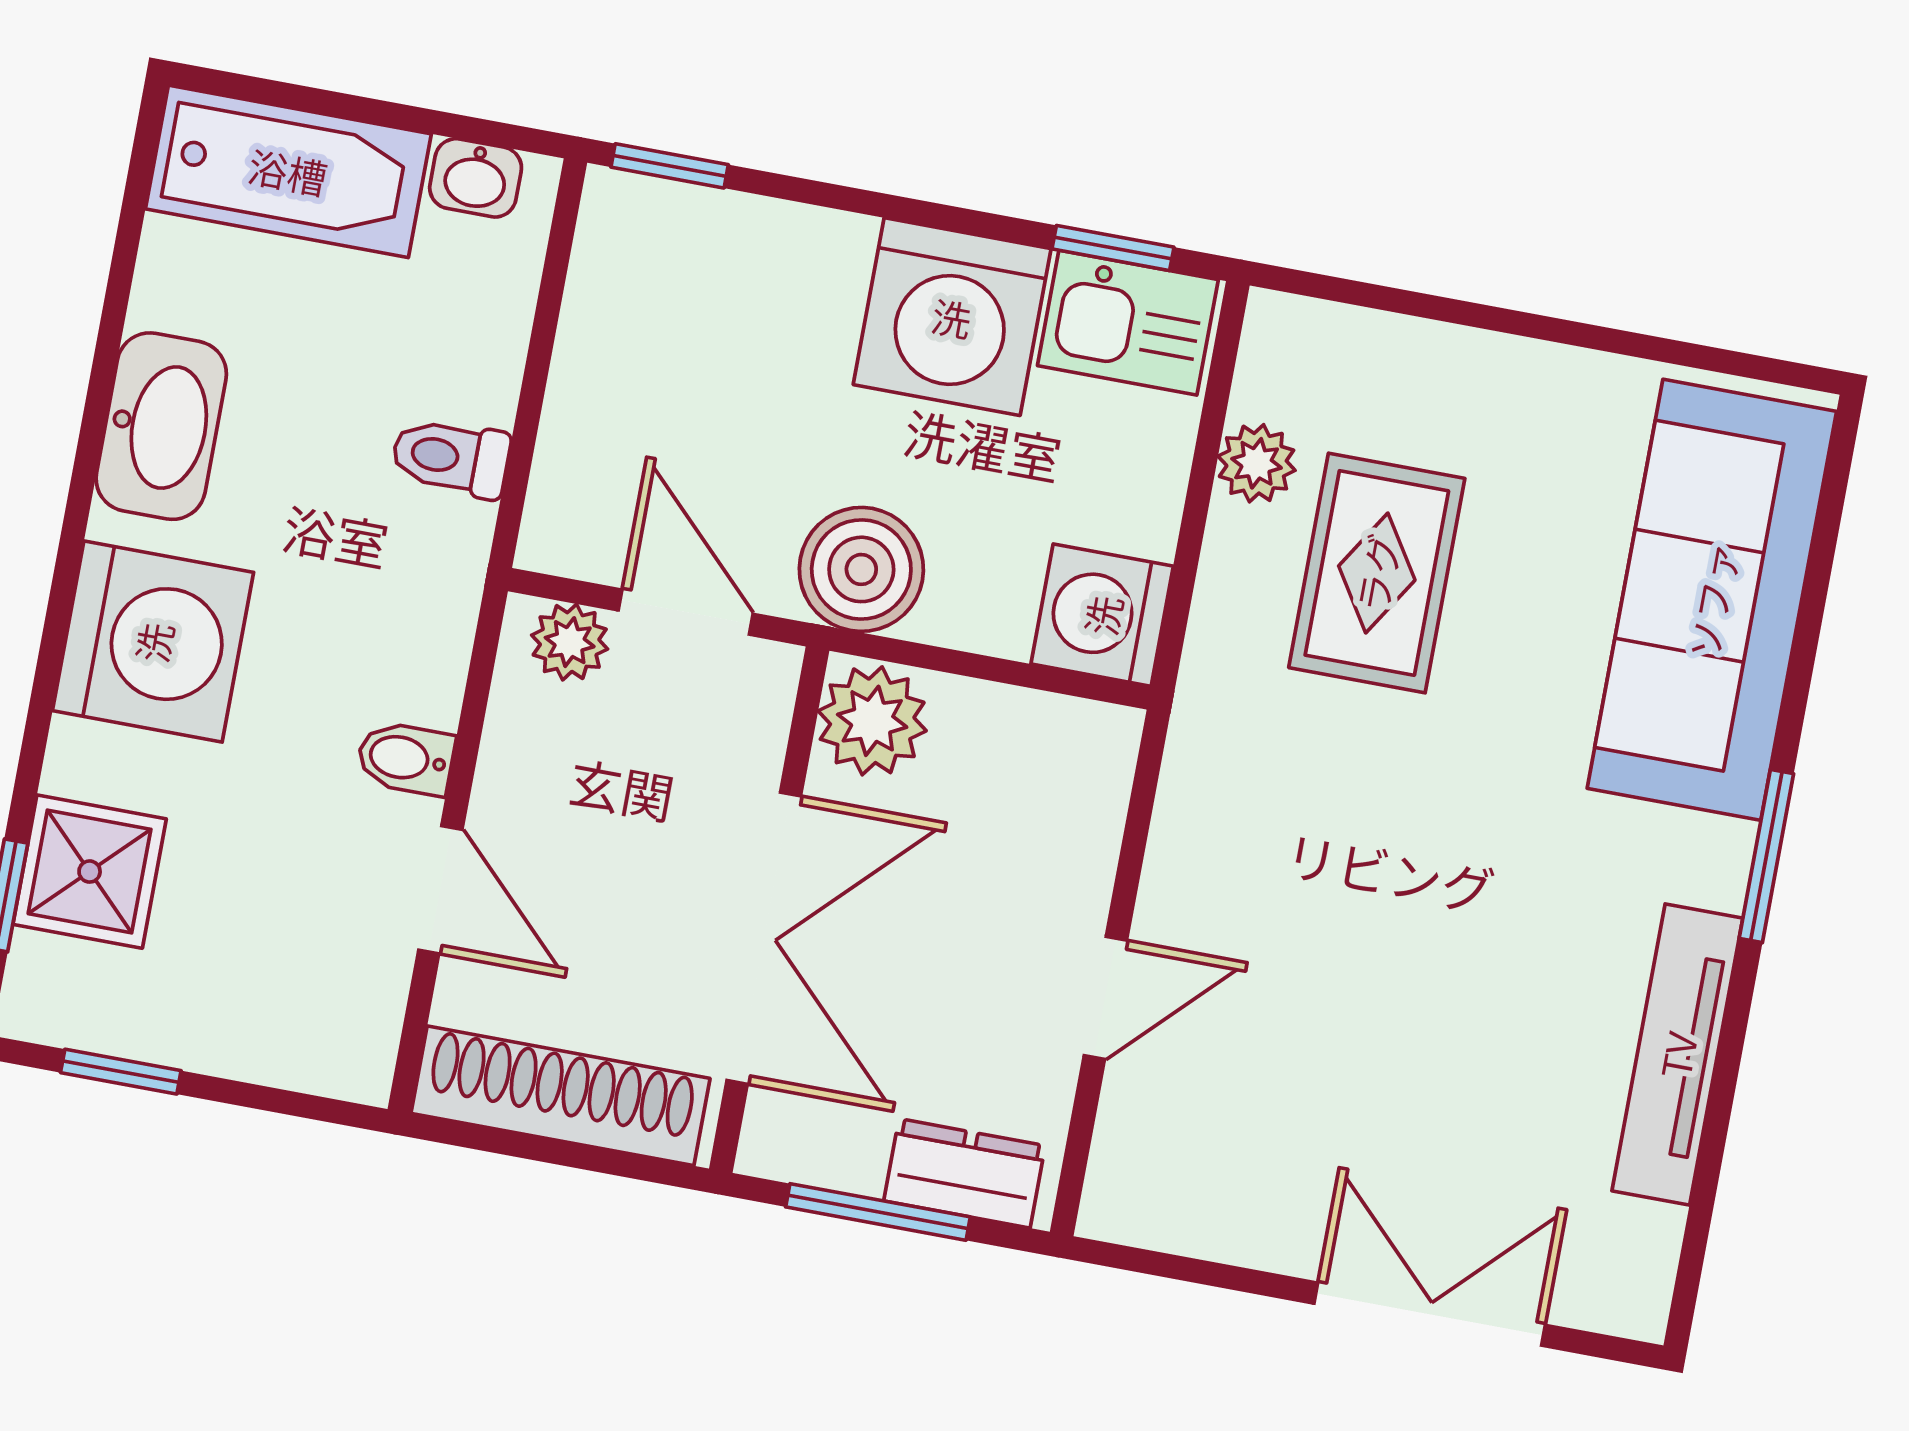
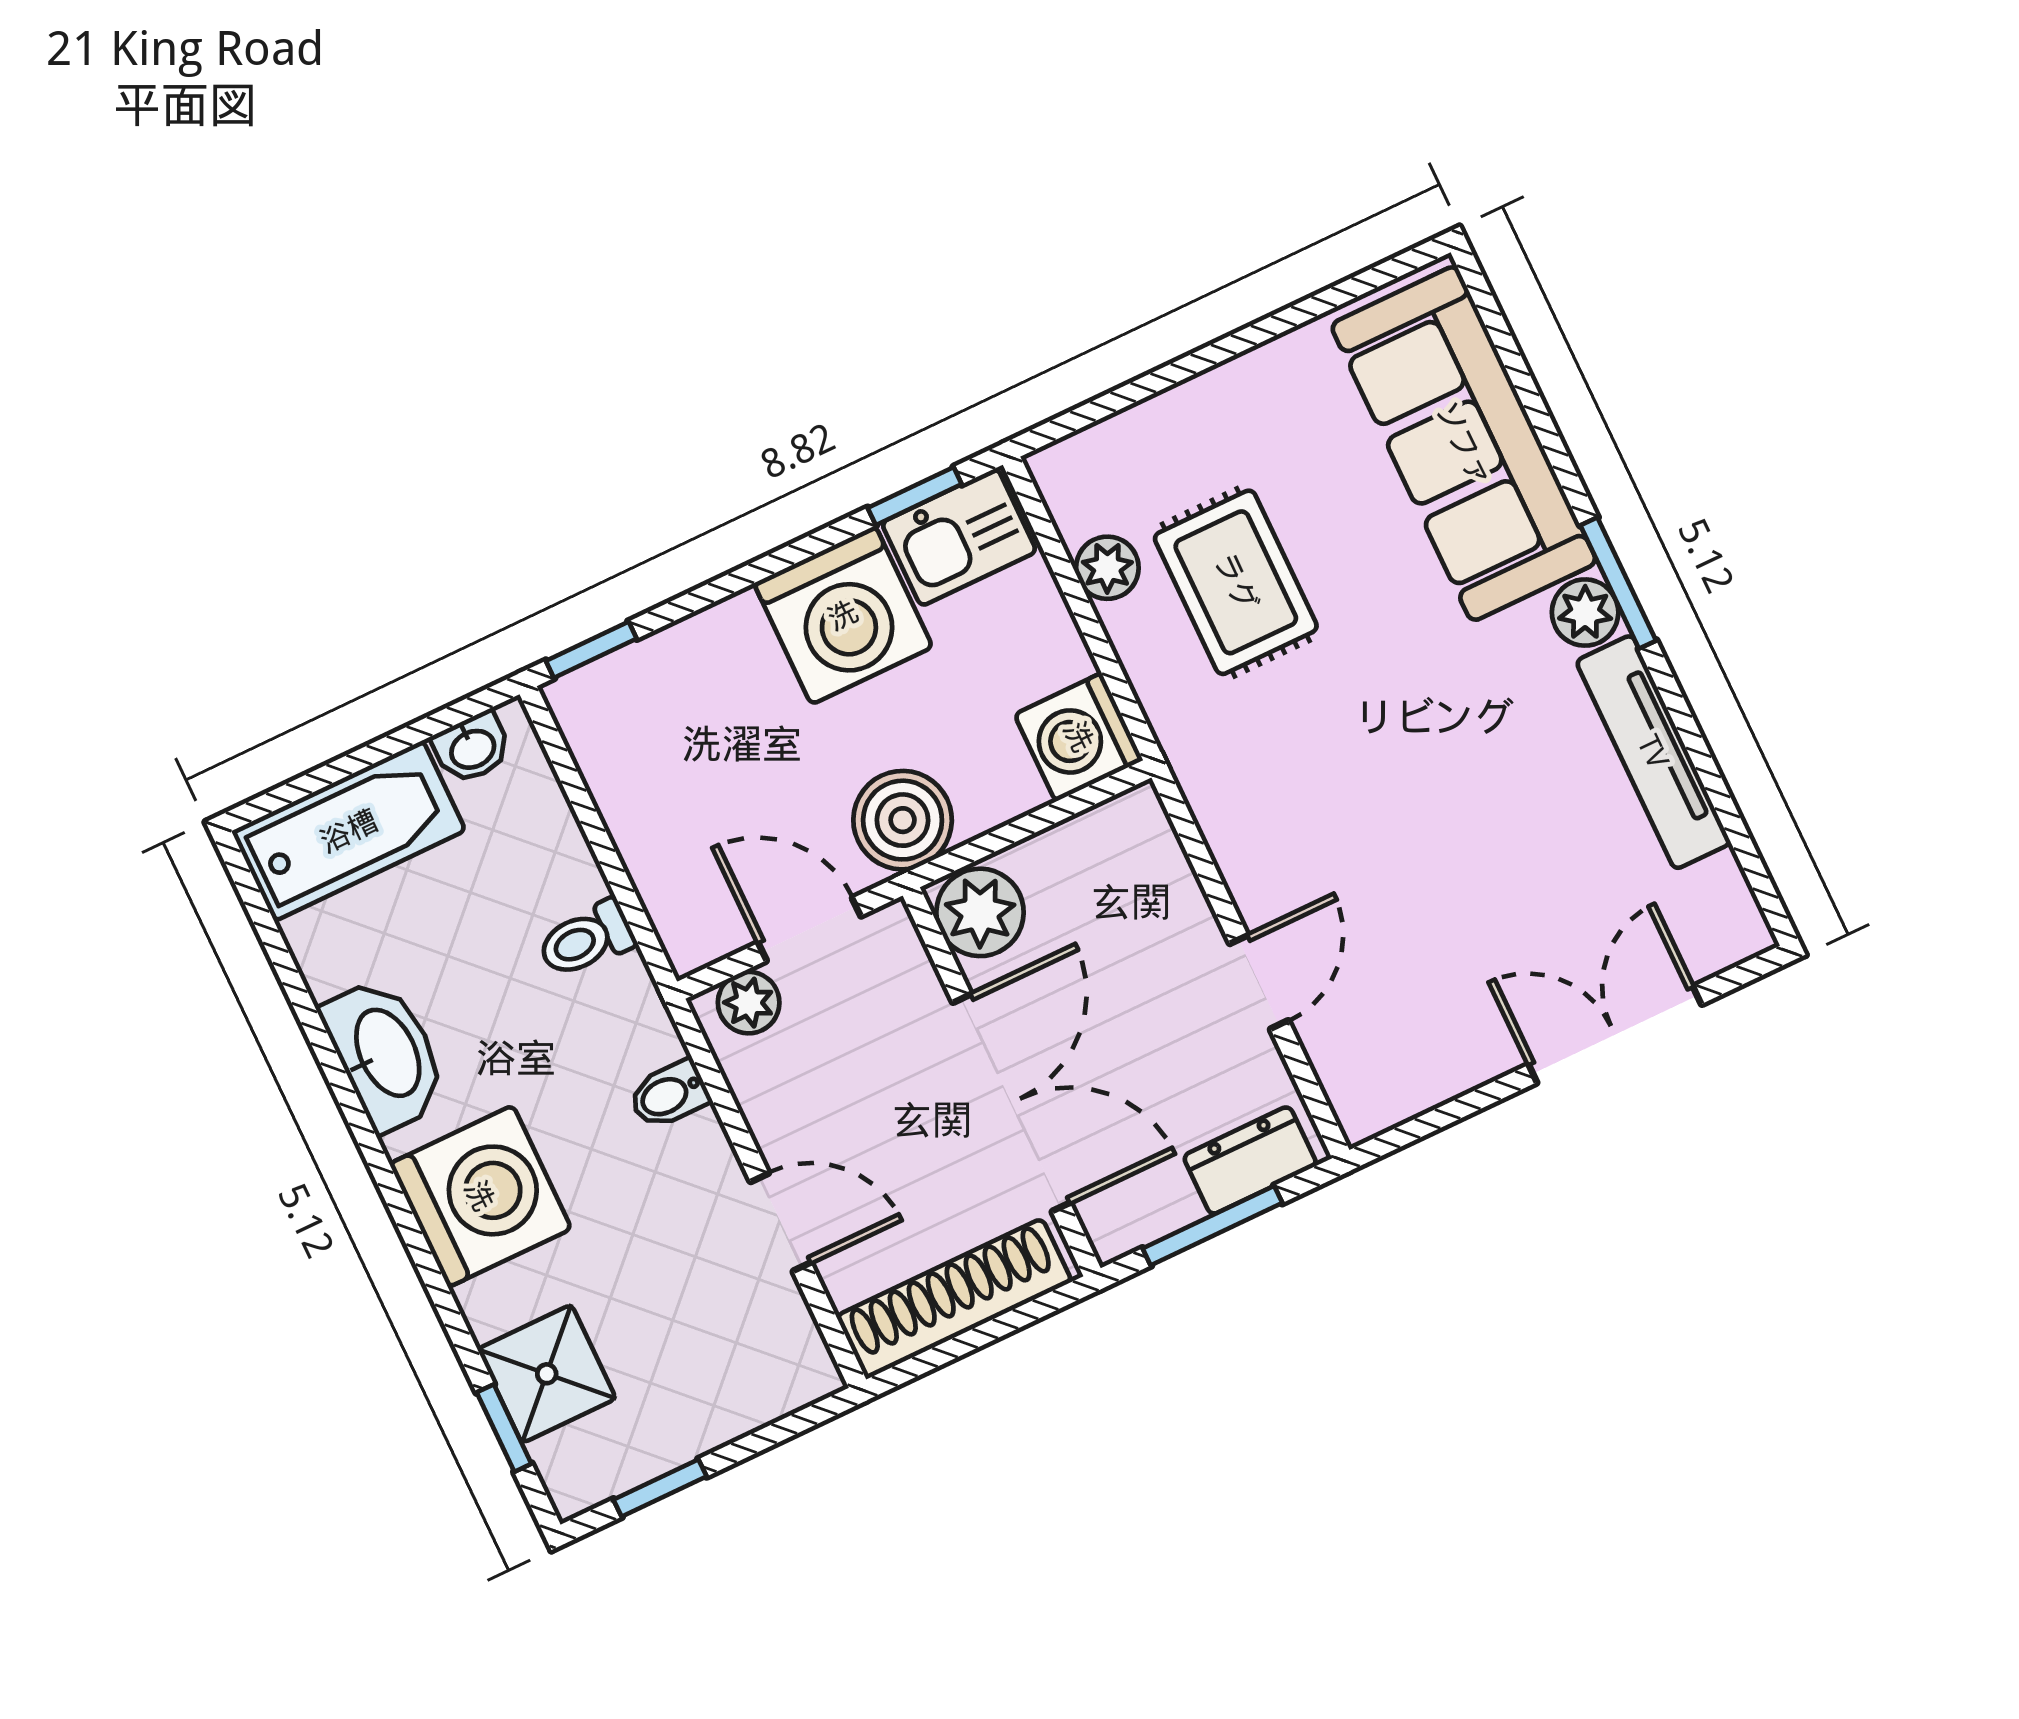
bidet: (405, 758) -> (669, 1094), moved
plant: (1711, 862) -> (1585, 613), added

